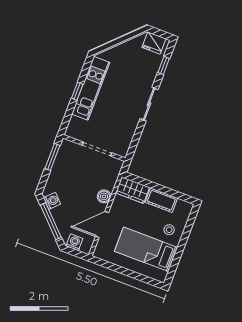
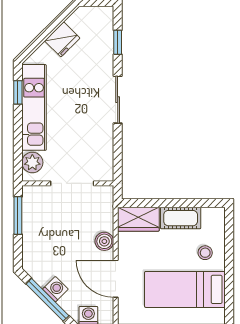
fridge: (154, 43) -> (62, 39), moved, turned -45
window: (77, 91) -> (18, 92), moved
plant: (76, 125) -> (32, 162), added
washing machine: (52, 201) -> (55, 289), moved
door: (102, 224) -> (116, 279), hinge flipped

